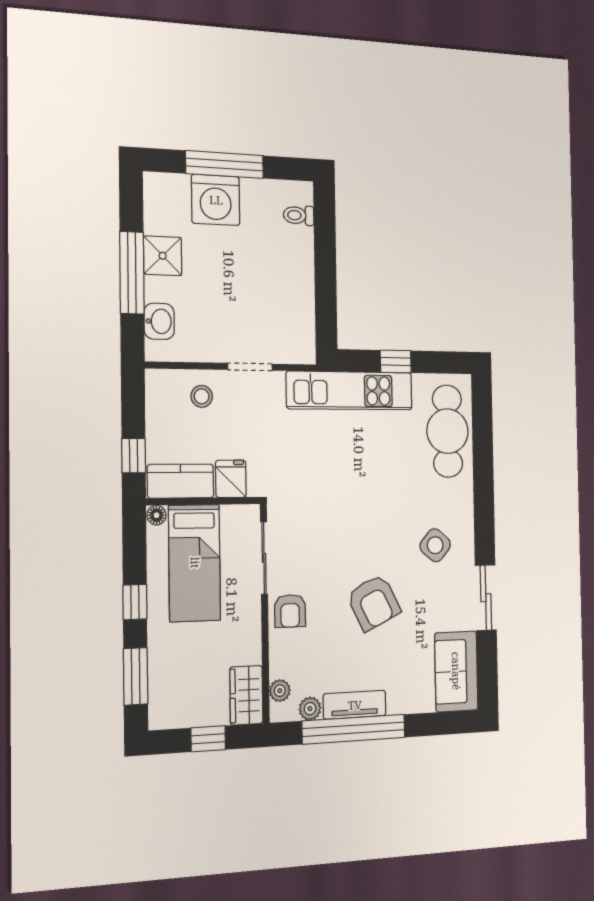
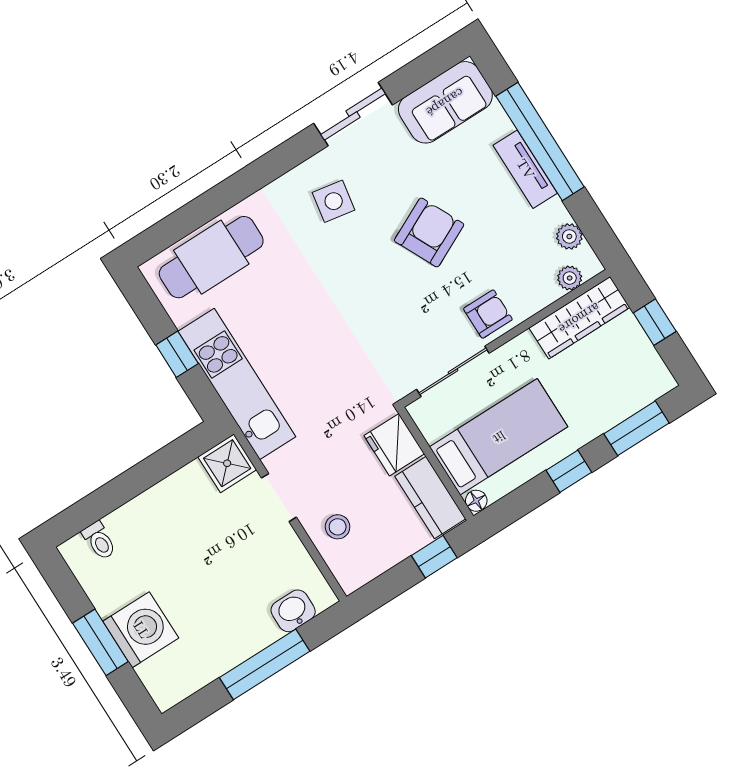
window: (225, 165) -> (100, 642), width x0.69
shower: (163, 256) -> (227, 463), moved
fridge: (231, 479) -> (394, 445), width x1.38
side table: (435, 545) -> (334, 201), turned -30
wardrobe: (246, 695) -> (579, 318), width x1.50
tv unit: (355, 705) -> (525, 169), moved
window: (354, 729) -> (540, 142), moved

